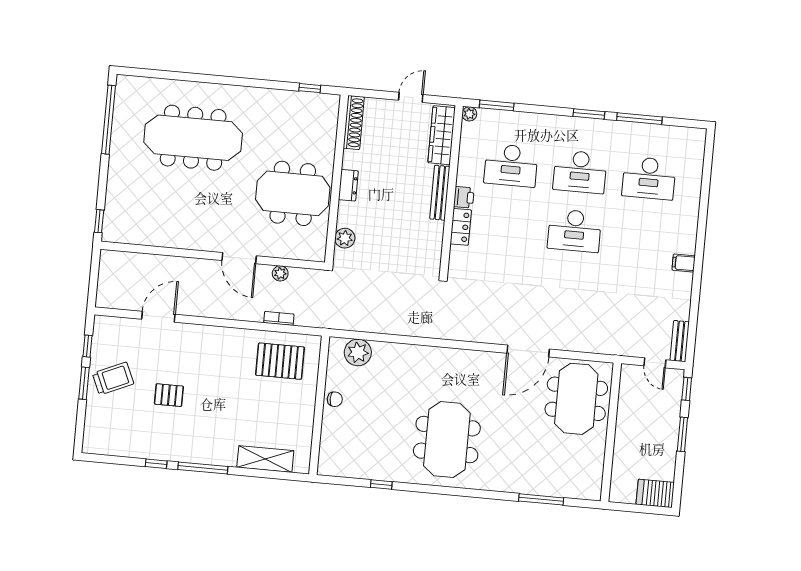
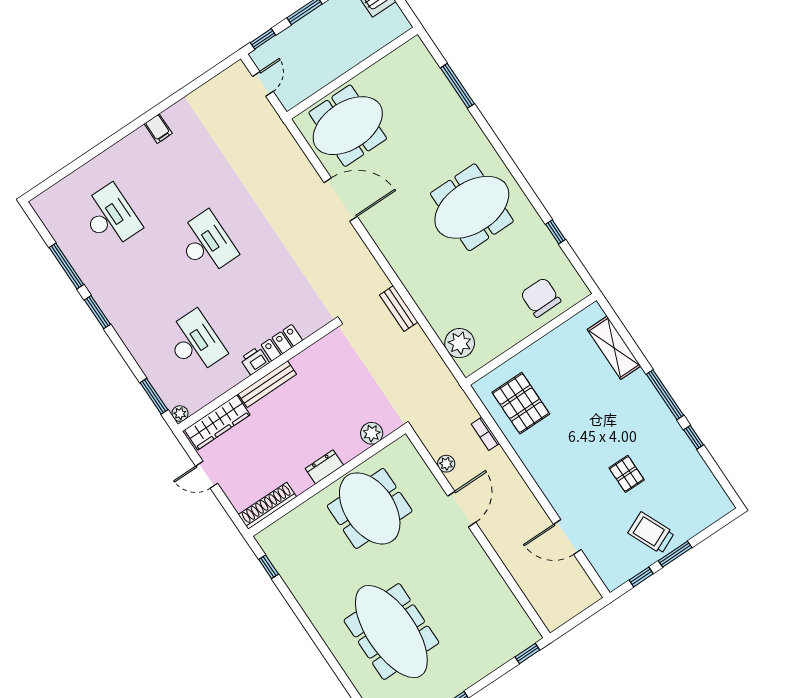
desk: (580, 172) -> (153, 280), removed
bench: (680, 341) -> (399, 309), moved, turned 90
chair: (335, 399) -> (541, 297), moved, width x1.87, depth x1.87

